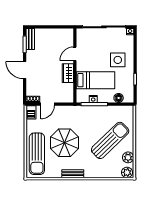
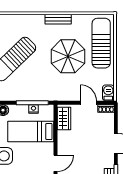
wardrobe: (68, 73) -> (64, 119), moved
door: (47, 104) -> (88, 103), hinge flipped

